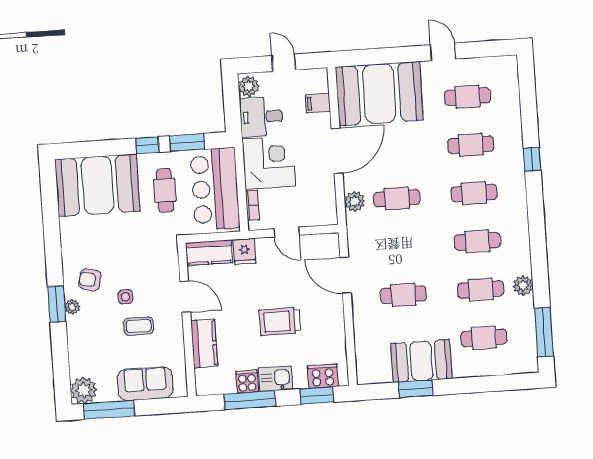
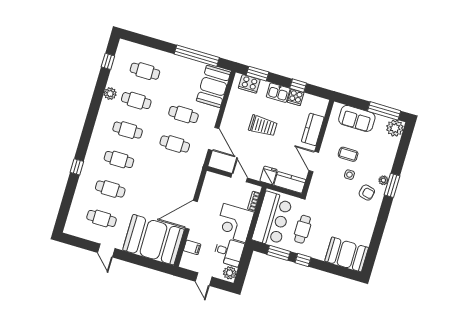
booth: (97, 185) -> (347, 254), width x0.73, depth x0.70
cafe table: (397, 198) -> (175, 144), moved
plant: (355, 201) -> (192, 181), removed
window: (544, 332) -> (108, 61), width x0.46
booth: (421, 361) -> (213, 86), moved, turned 90
window: (416, 389) -> (197, 56), width x2.11
window: (250, 400) -> (298, 86), width x0.46

